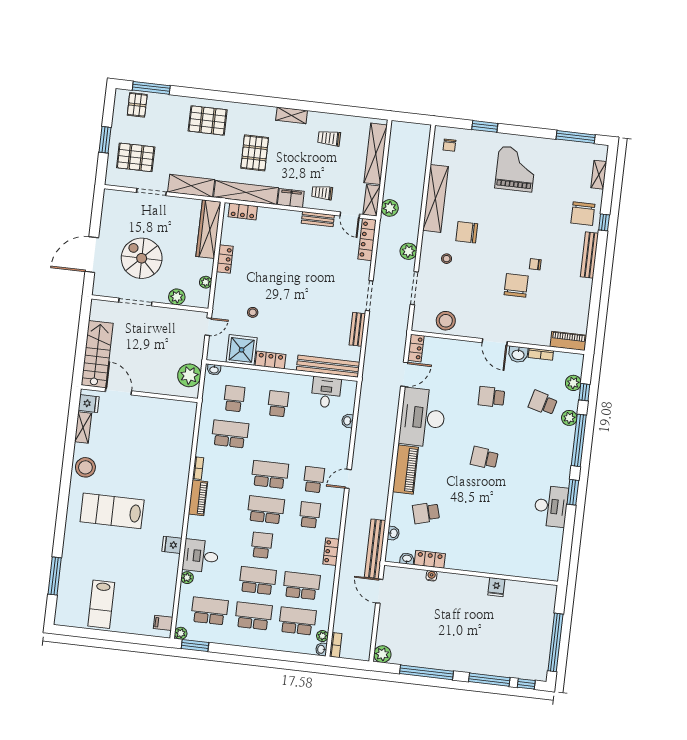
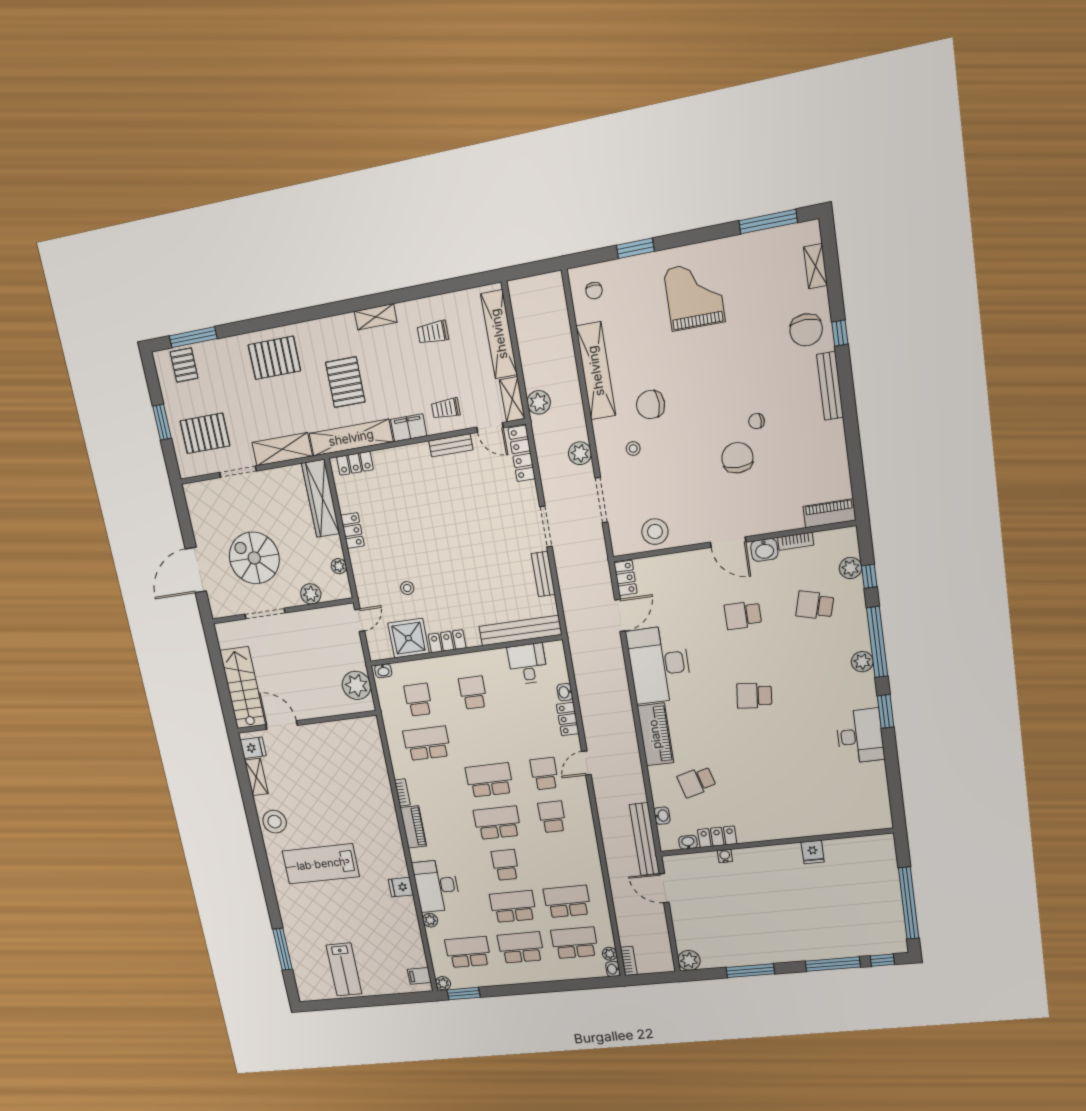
plant: (569, 418) -> (862, 662), moved
locker: (331, 552) -> (568, 719), moved
desk: (201, 556) -> (436, 886), width x1.37
window: (427, 672) -> (750, 971), width x0.68

